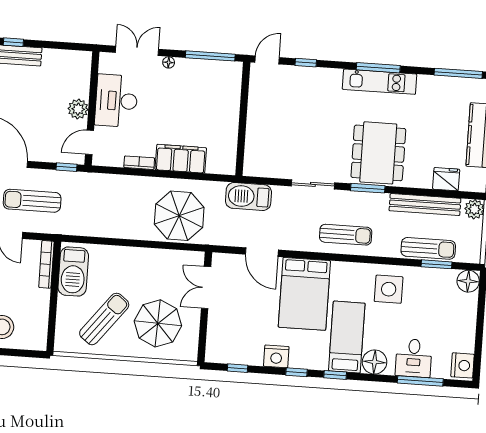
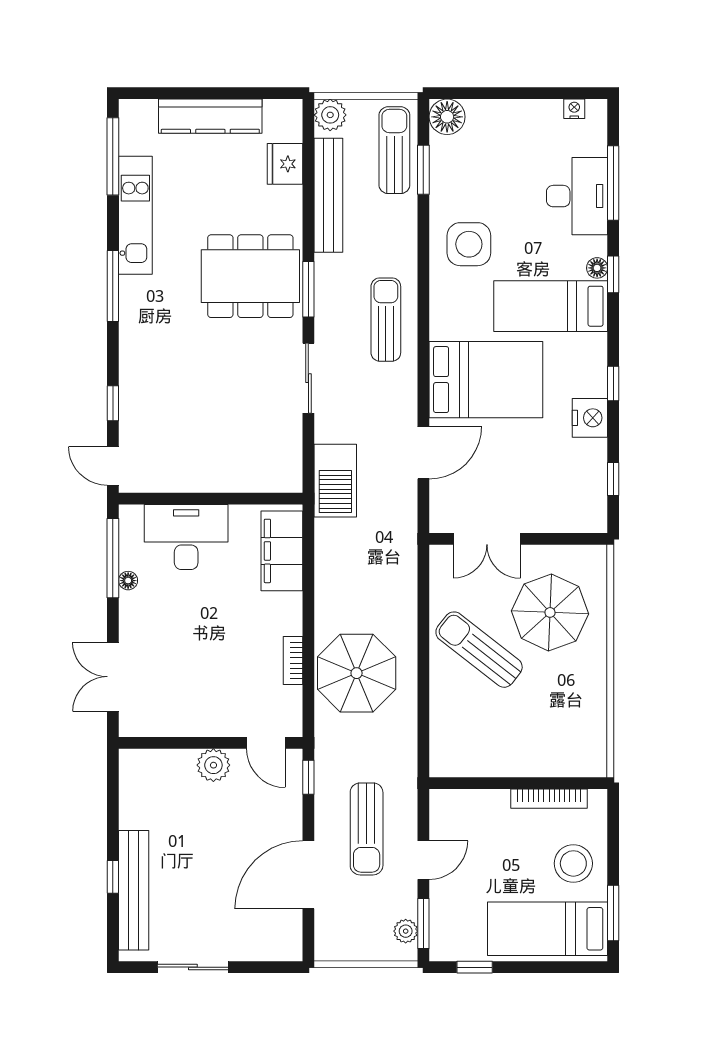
floor lamp: (169, 62) -> (128, 581), moved
kitchen unit: (380, 82) -> (135, 215), moved
desk: (116, 101) -> (186, 537), moved, turned 180
filing cabinet: (181, 159) -> (282, 551), moved
parasol: (179, 216) -> (357, 673), moved
sun lounger: (428, 248) -> (394, 150), moved
bookcase: (46, 264) -> (549, 799), moved
barbecue: (73, 272) -> (476, 755), removed
sun lounger: (104, 319) -> (479, 650), moved
desk: (414, 358) -> (577, 196), width x1.37
floor lamp: (375, 362) -> (597, 268), width x0.53, depth x0.53
nightstand: (462, 365) -> (574, 109), width x0.53, depth x0.56
window: (335, 375) -> (613, 274), moved

